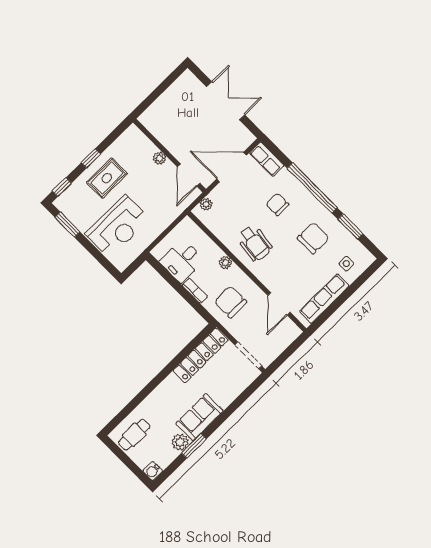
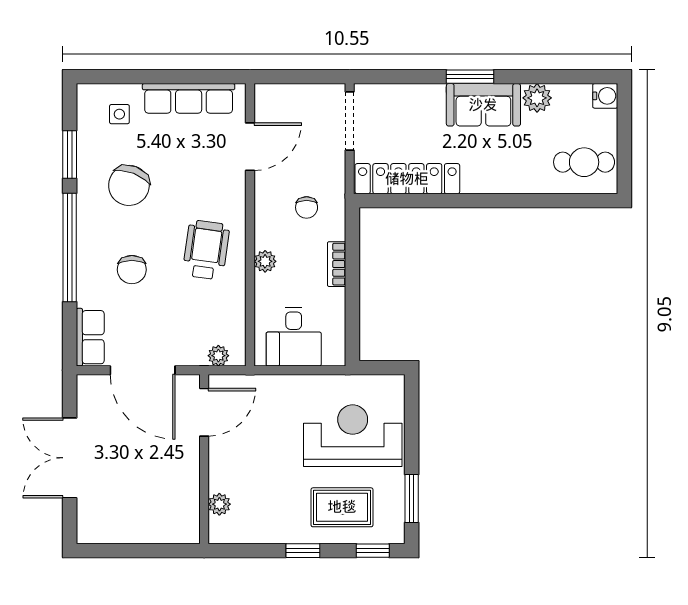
plant: (160, 158) -> (219, 504), moved
rug: (107, 178) -> (342, 507), moved
chair: (313, 238) -> (129, 185), turned -69
desk: (182, 261) -> (294, 337), moved, turned 90
chair: (231, 302) -> (307, 207), width x0.54, depth x0.54
window: (194, 446) -> (470, 77), moved

